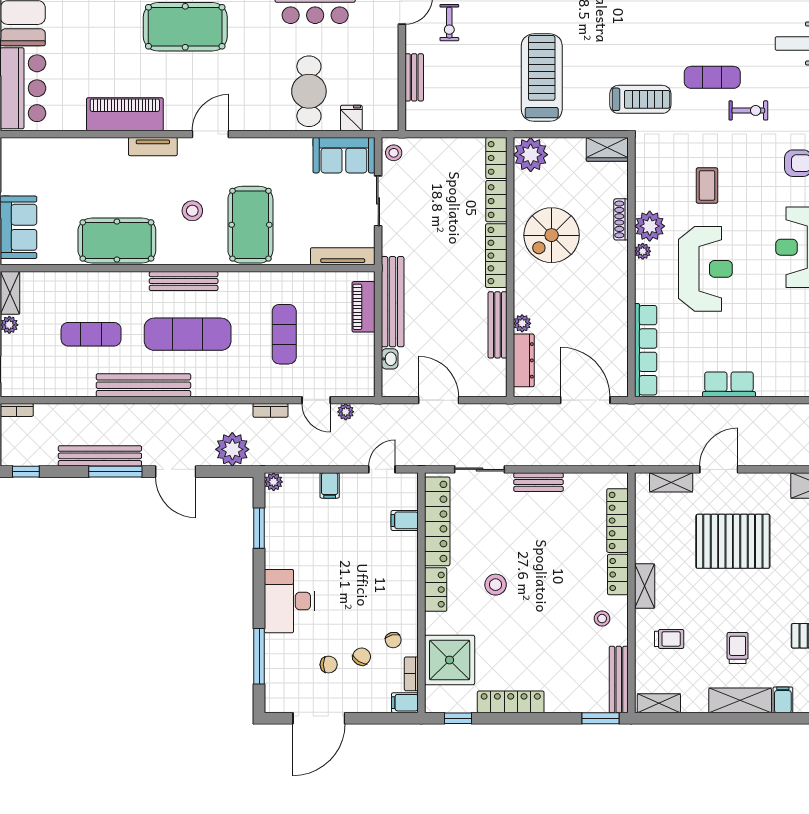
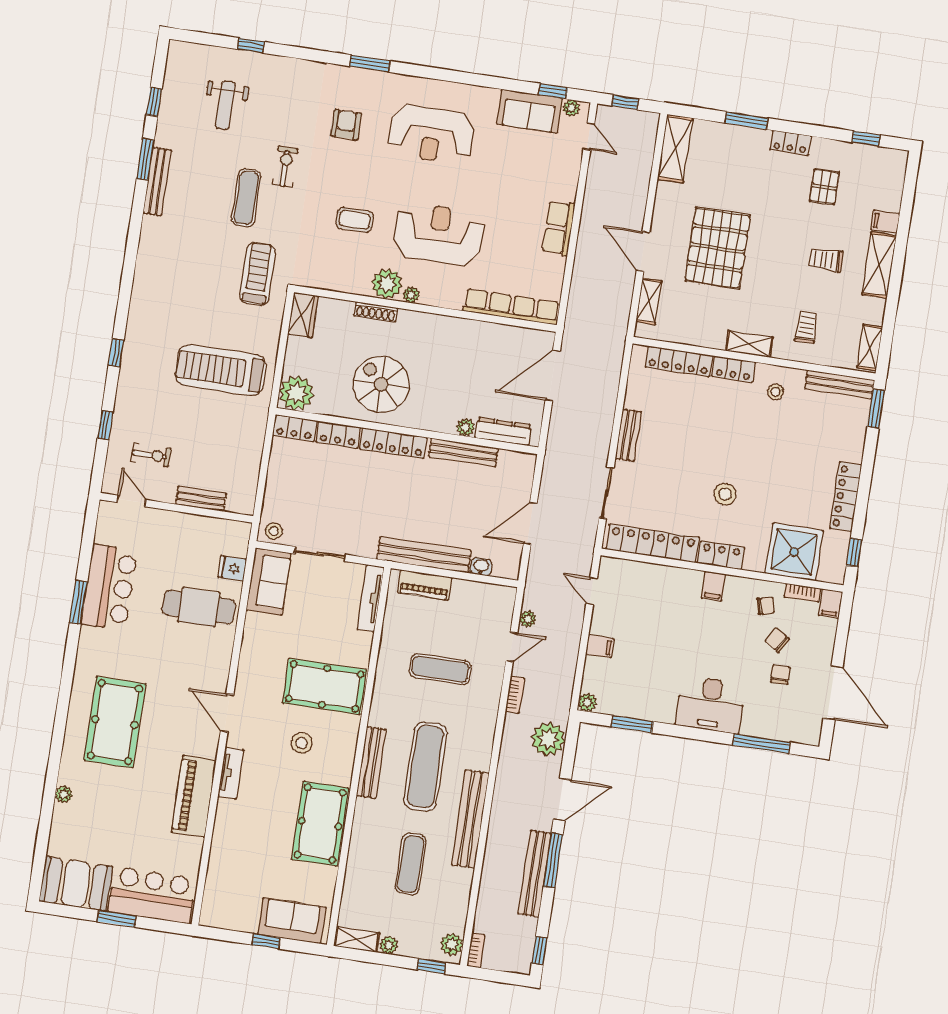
spiral stairs: (552, 235) -> (381, 384), turned 180
plant: (19, 386) -> (452, 944), added
filing cabinet: (405, 520) -> (713, 586), moved

